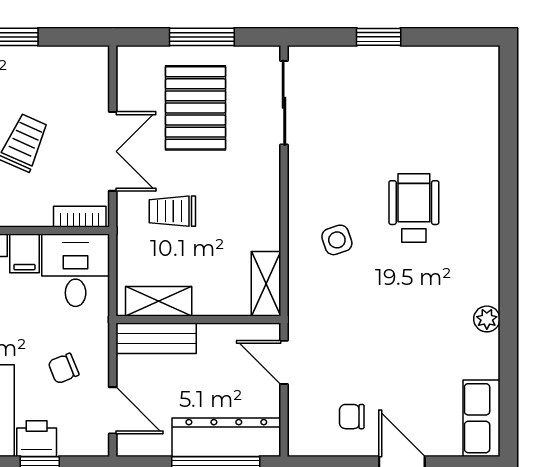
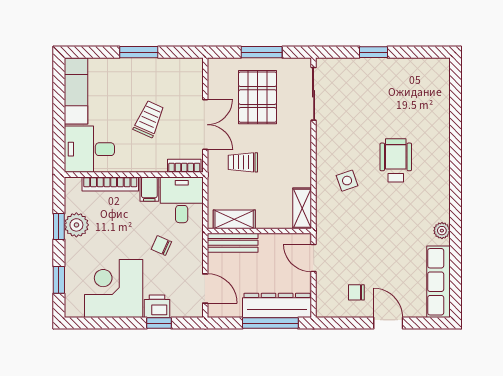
chair: (63, 368) -> (161, 246), moved, turned 46
row of seats: (481, 418) -> (438, 282), width x1.48

